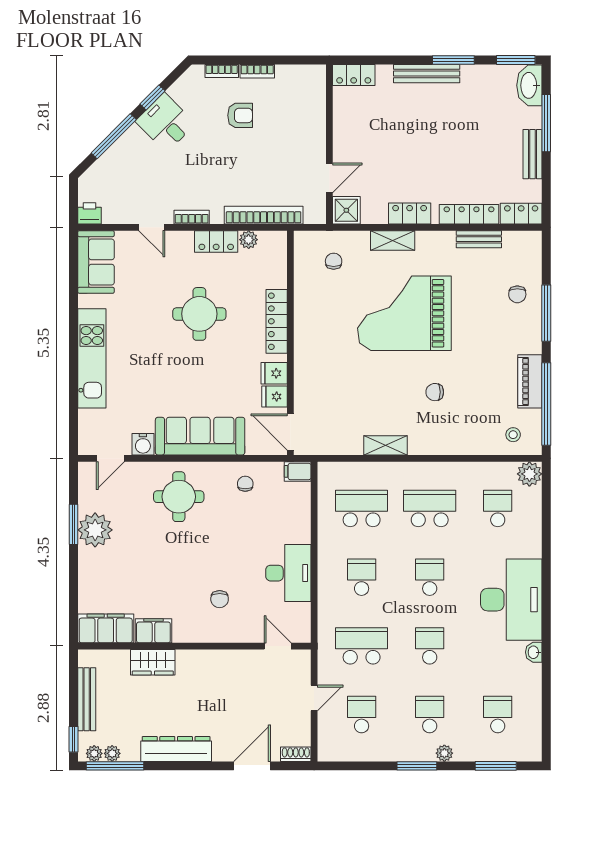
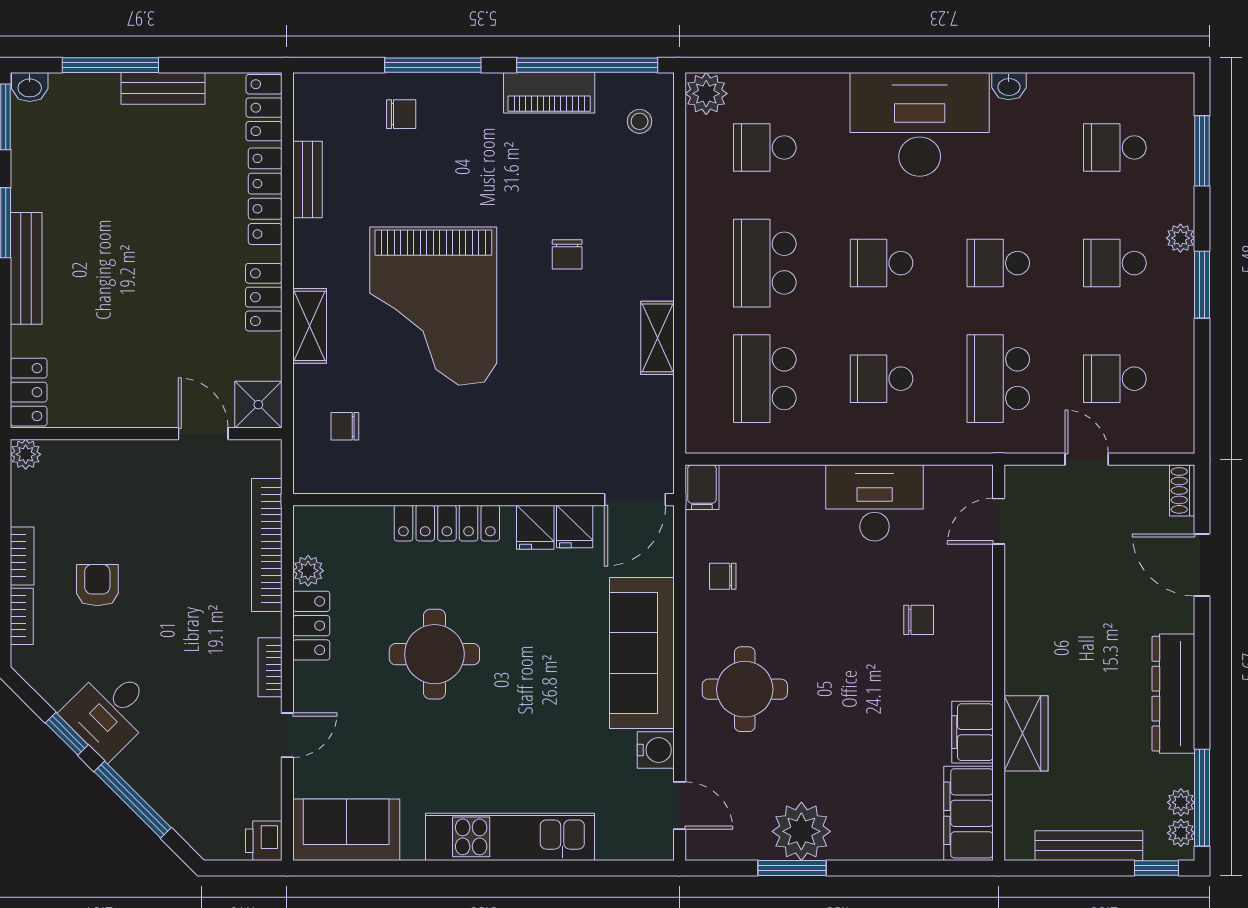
plant: (317, 73) -> (26, 454), added
washbasin: (529, 85) -> (30, 87), width x0.52, depth x0.69

